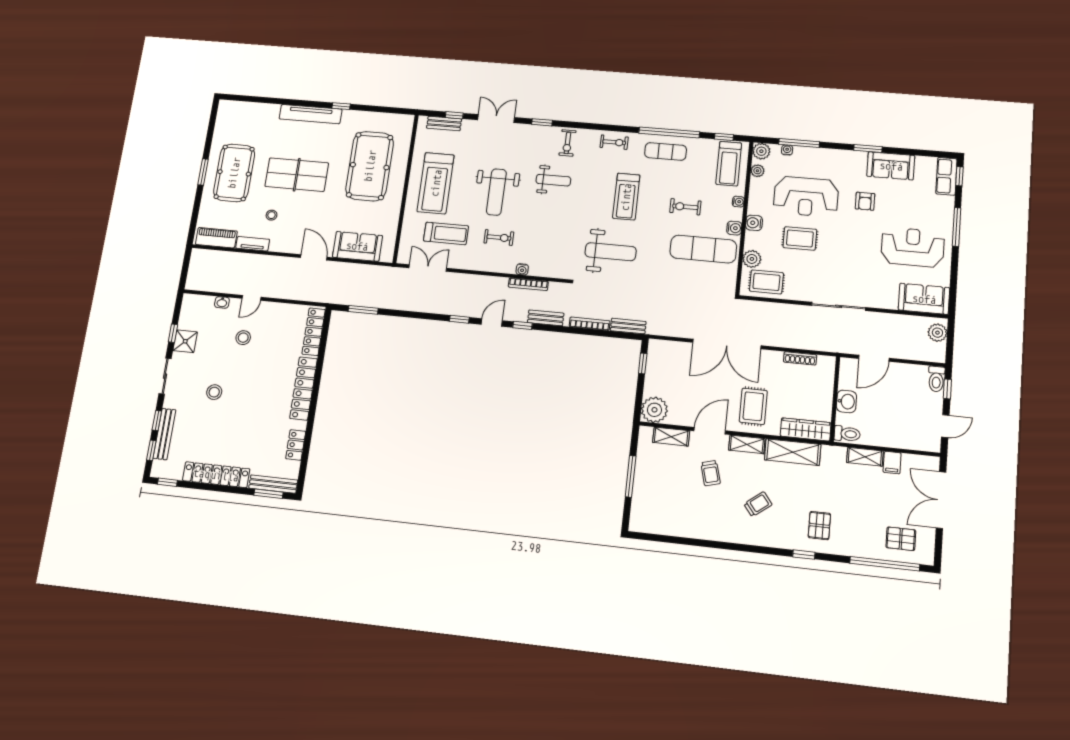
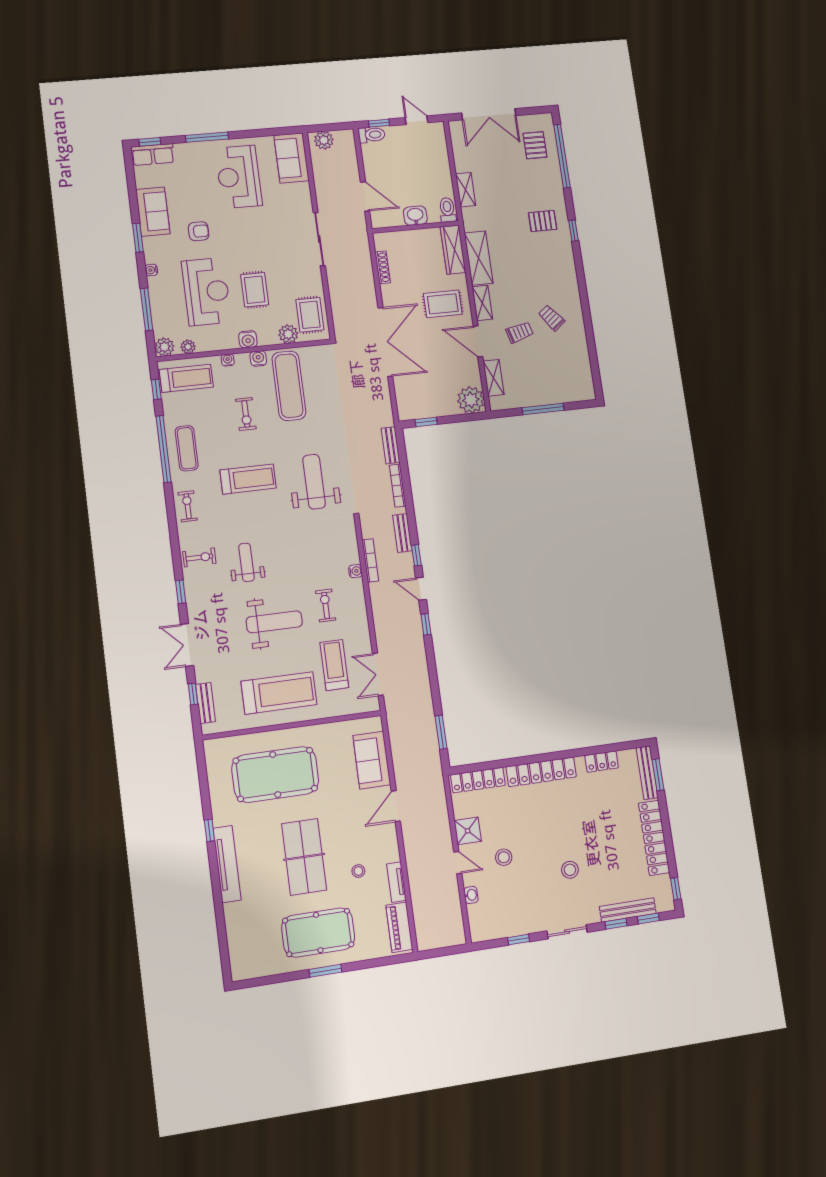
water cooler: (787, 150) -> (151, 270), moved
shower: (185, 341) -> (468, 831), moved
filing cabinet: (892, 463) -> (465, 164), removed
trolley: (758, 504) -> (552, 318), moved

